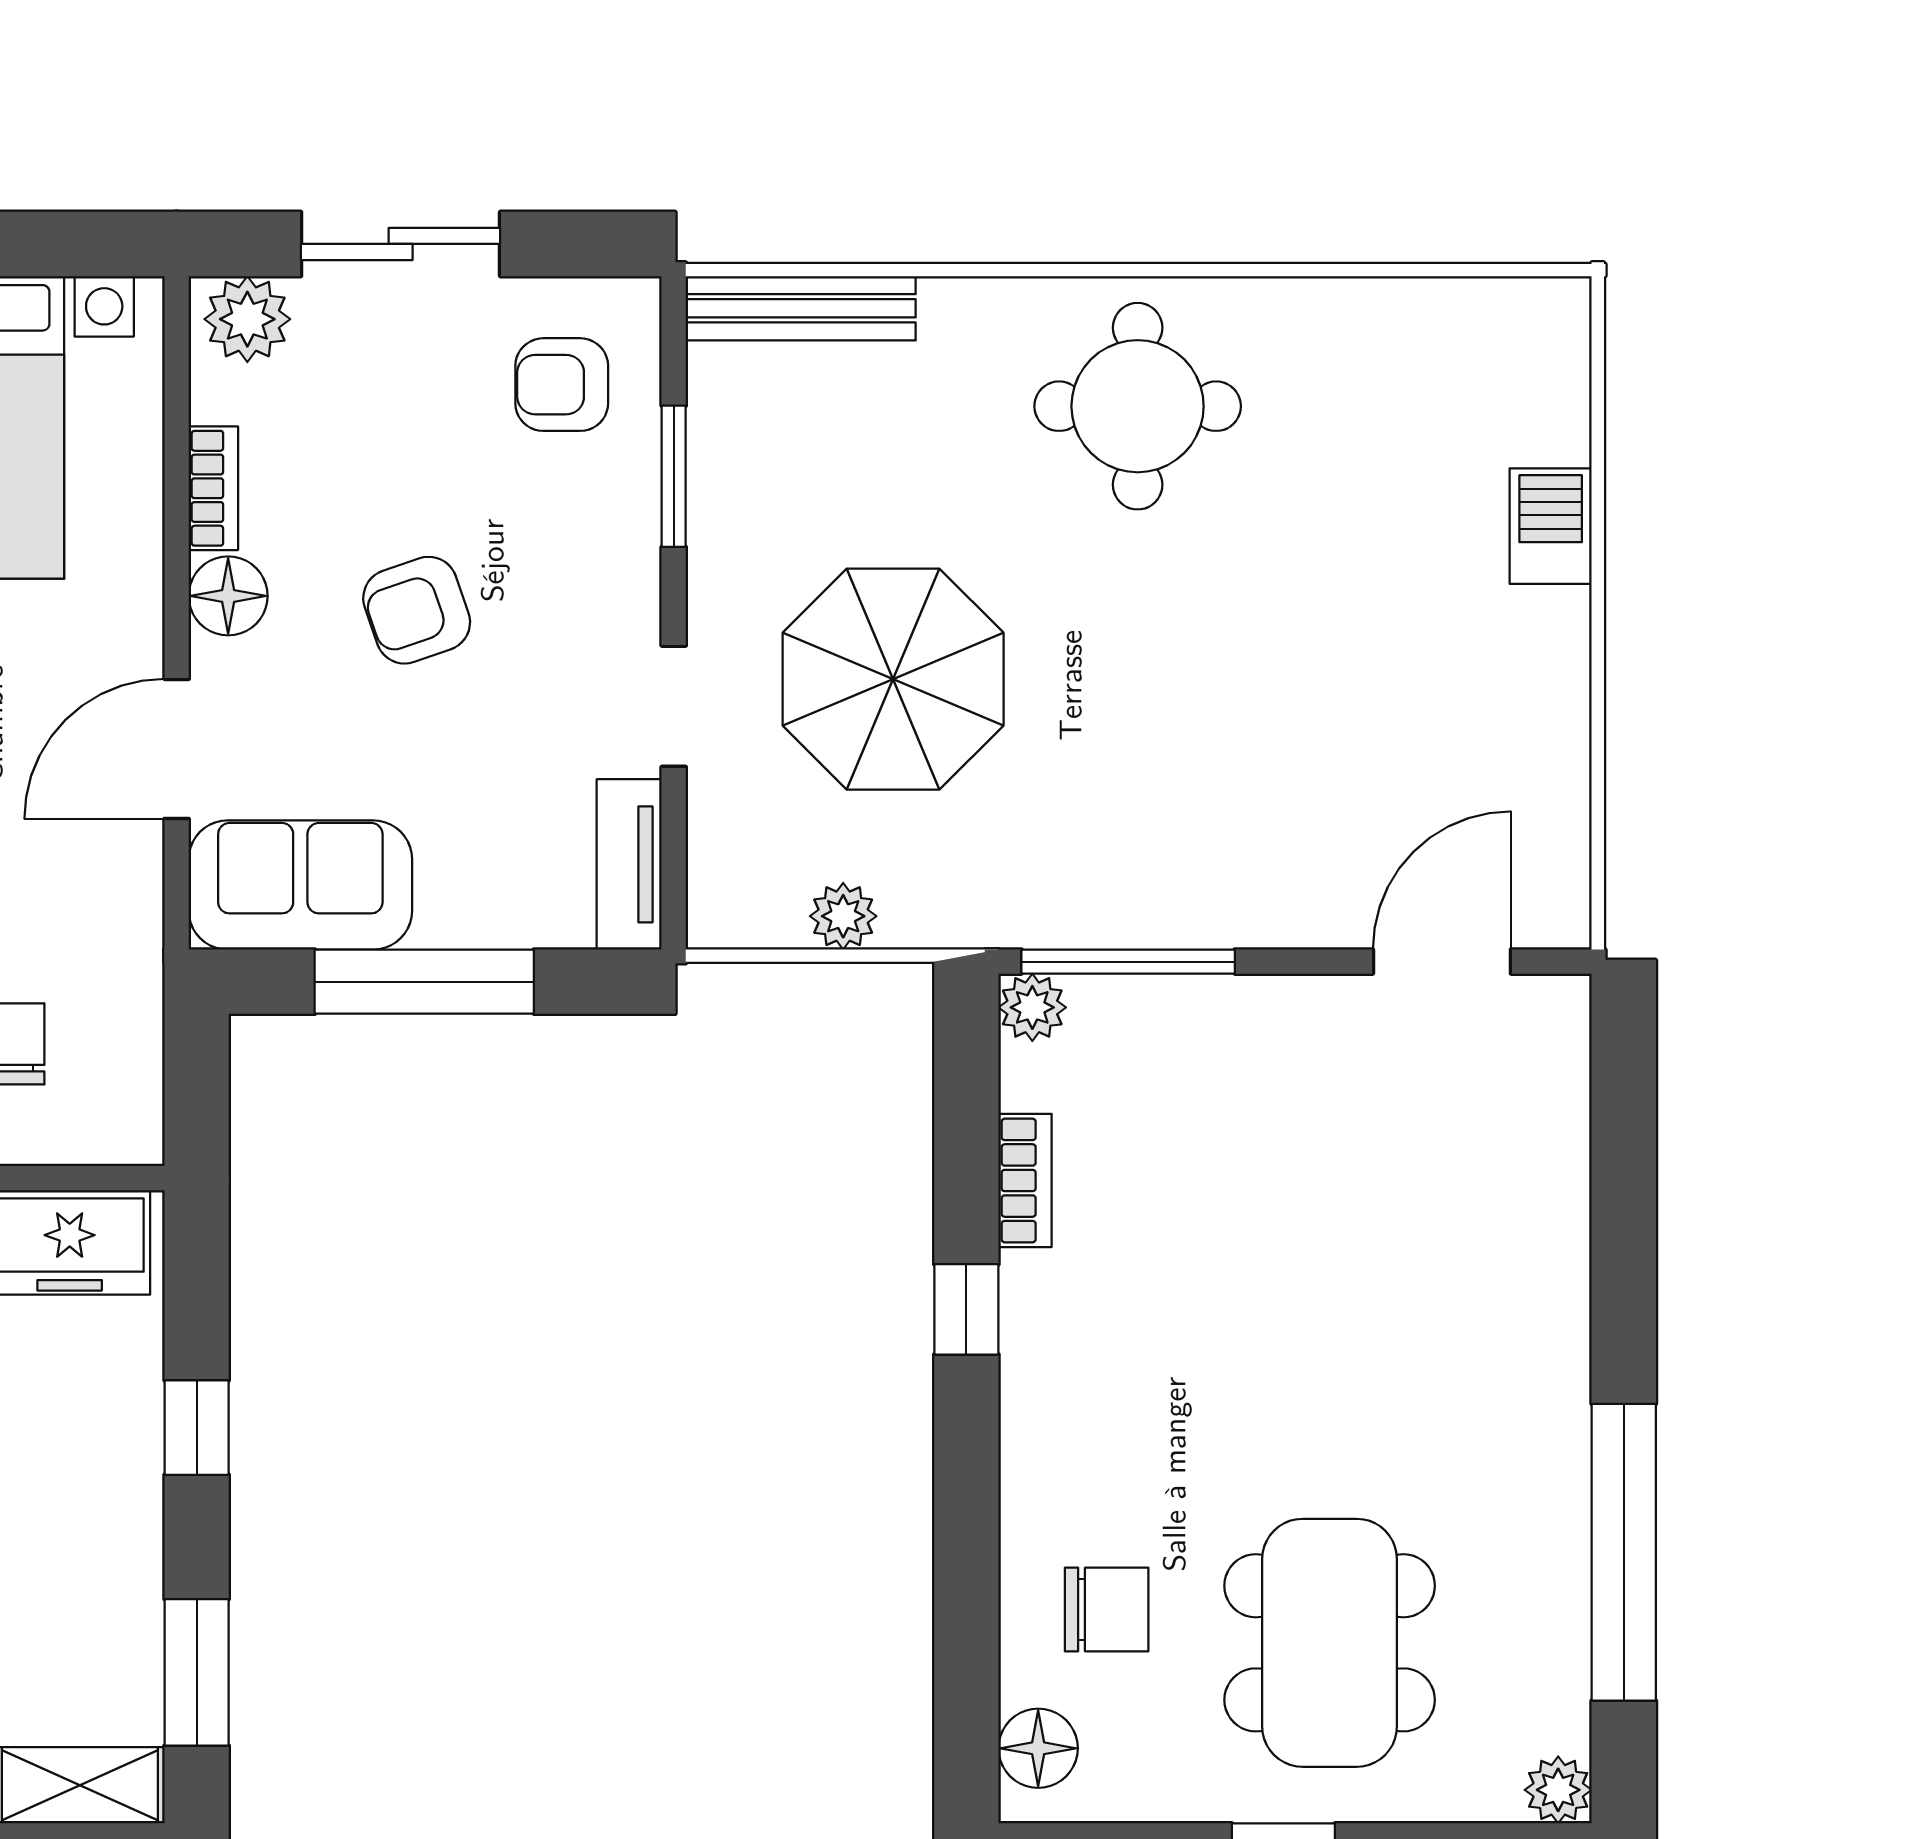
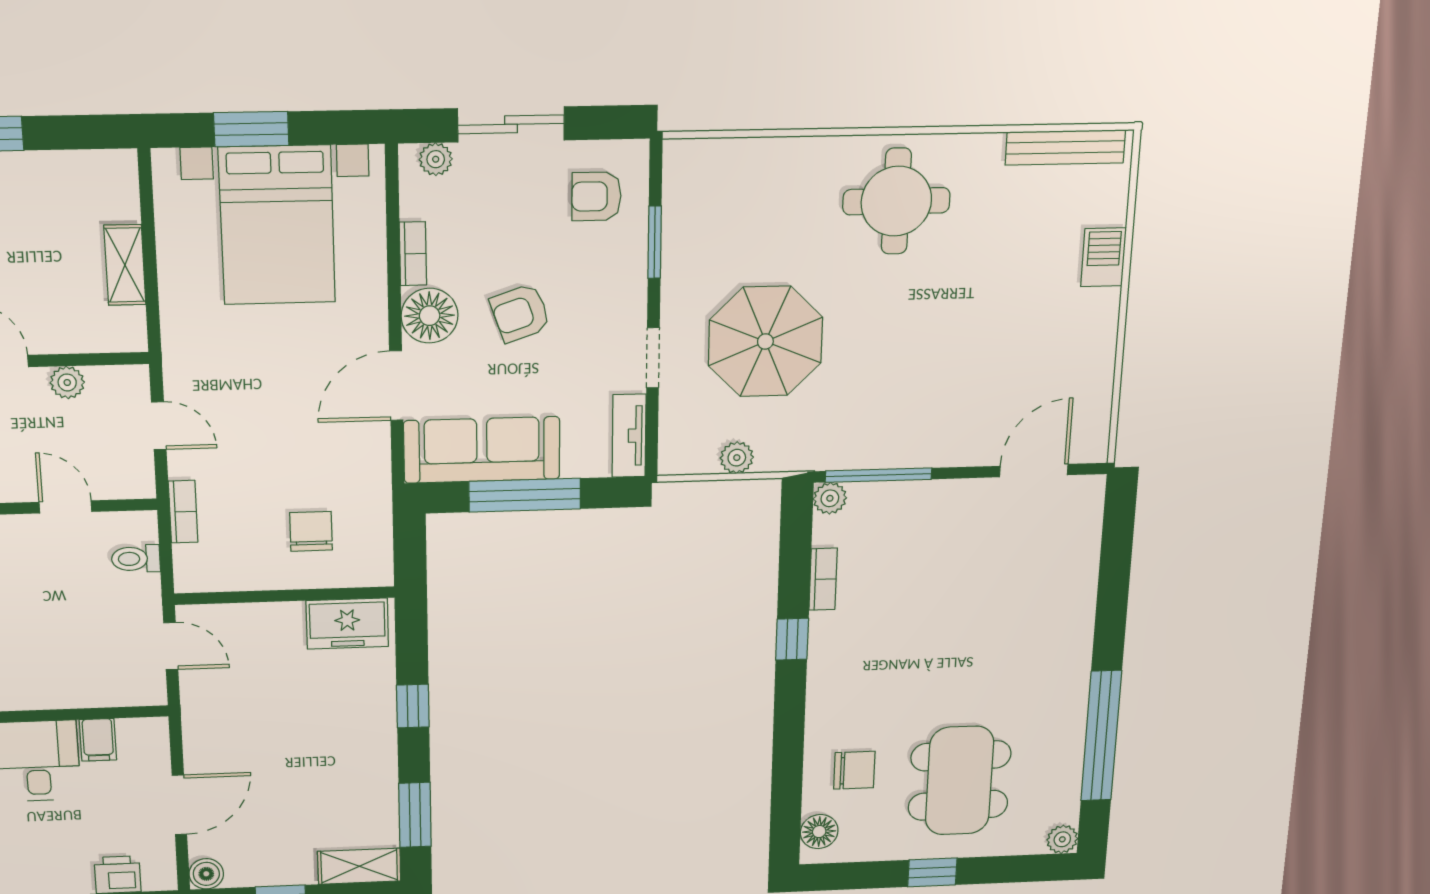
bench: (801, 308) -> (1065, 147), moved
plant: (247, 319) -> (436, 159), width x0.73, depth x0.73
floor lamp: (228, 596) -> (430, 316), width x1.38, depth x1.38
sofa: (300, 885) -> (482, 450), width x1.36

